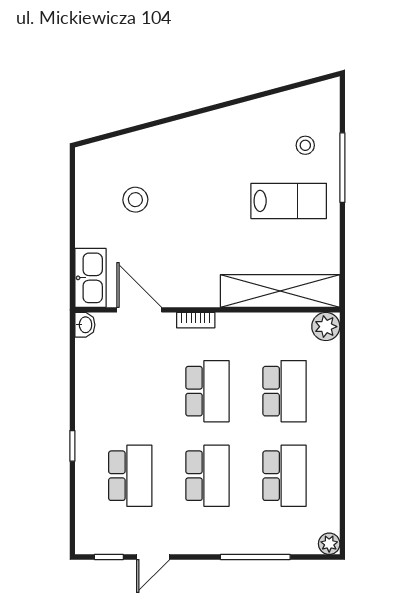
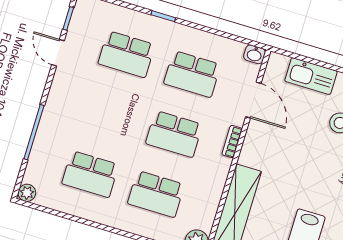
kitchen sink: (90, 278) -> (311, 76), moved
door: (139, 310) -> (253, 100), hinge flipped
school desk: (207, 476) -> (192, 74), moved

